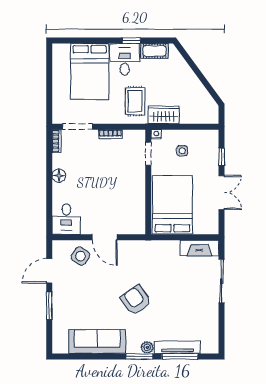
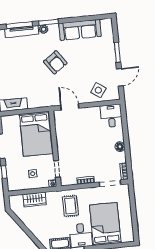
wardrobe: (164, 115) -> (35, 200), moved
door: (105, 237) -> (70, 107), moved

